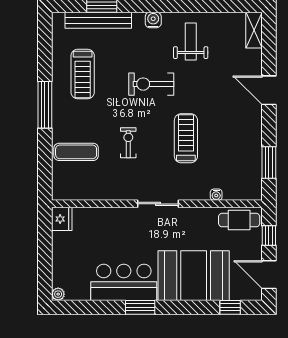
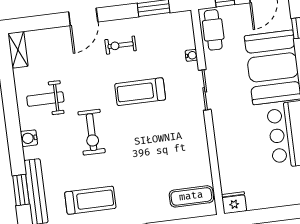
shelving: (254, 30) -> (18, 50), moved, turned 90
exercise bike: (128, 143) -> (121, 45), moved
exercise mat: (76, 152) -> (191, 196), moved, turned 90
sliding door: (158, 204) -> (205, 90), moved

